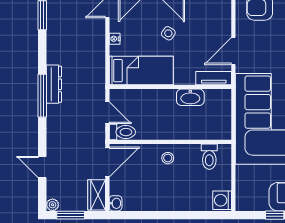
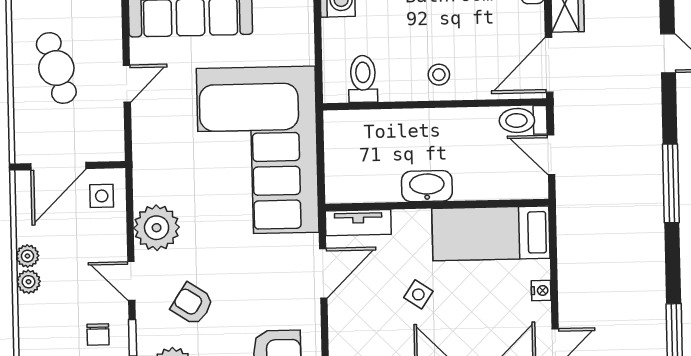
side table: (168, 33) -> (418, 294), moved
dresser: (54, 84) -> (650, 205), removed
washbasin: (190, 97) -> (427, 186), moved

